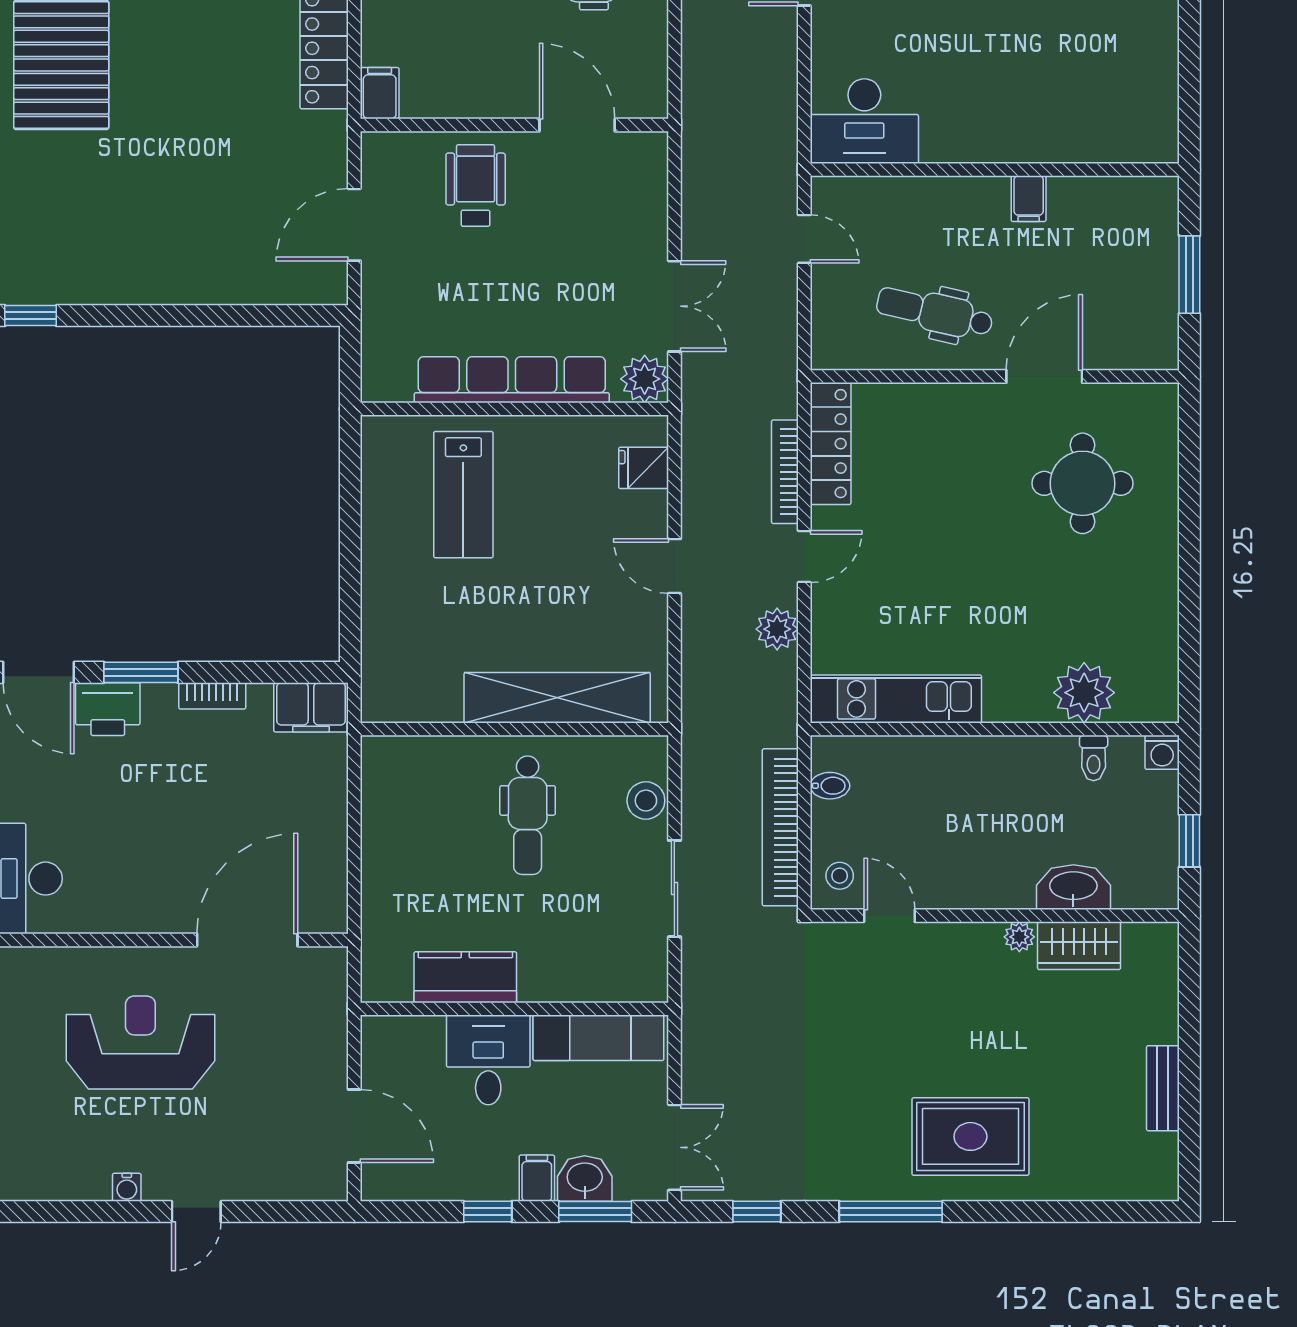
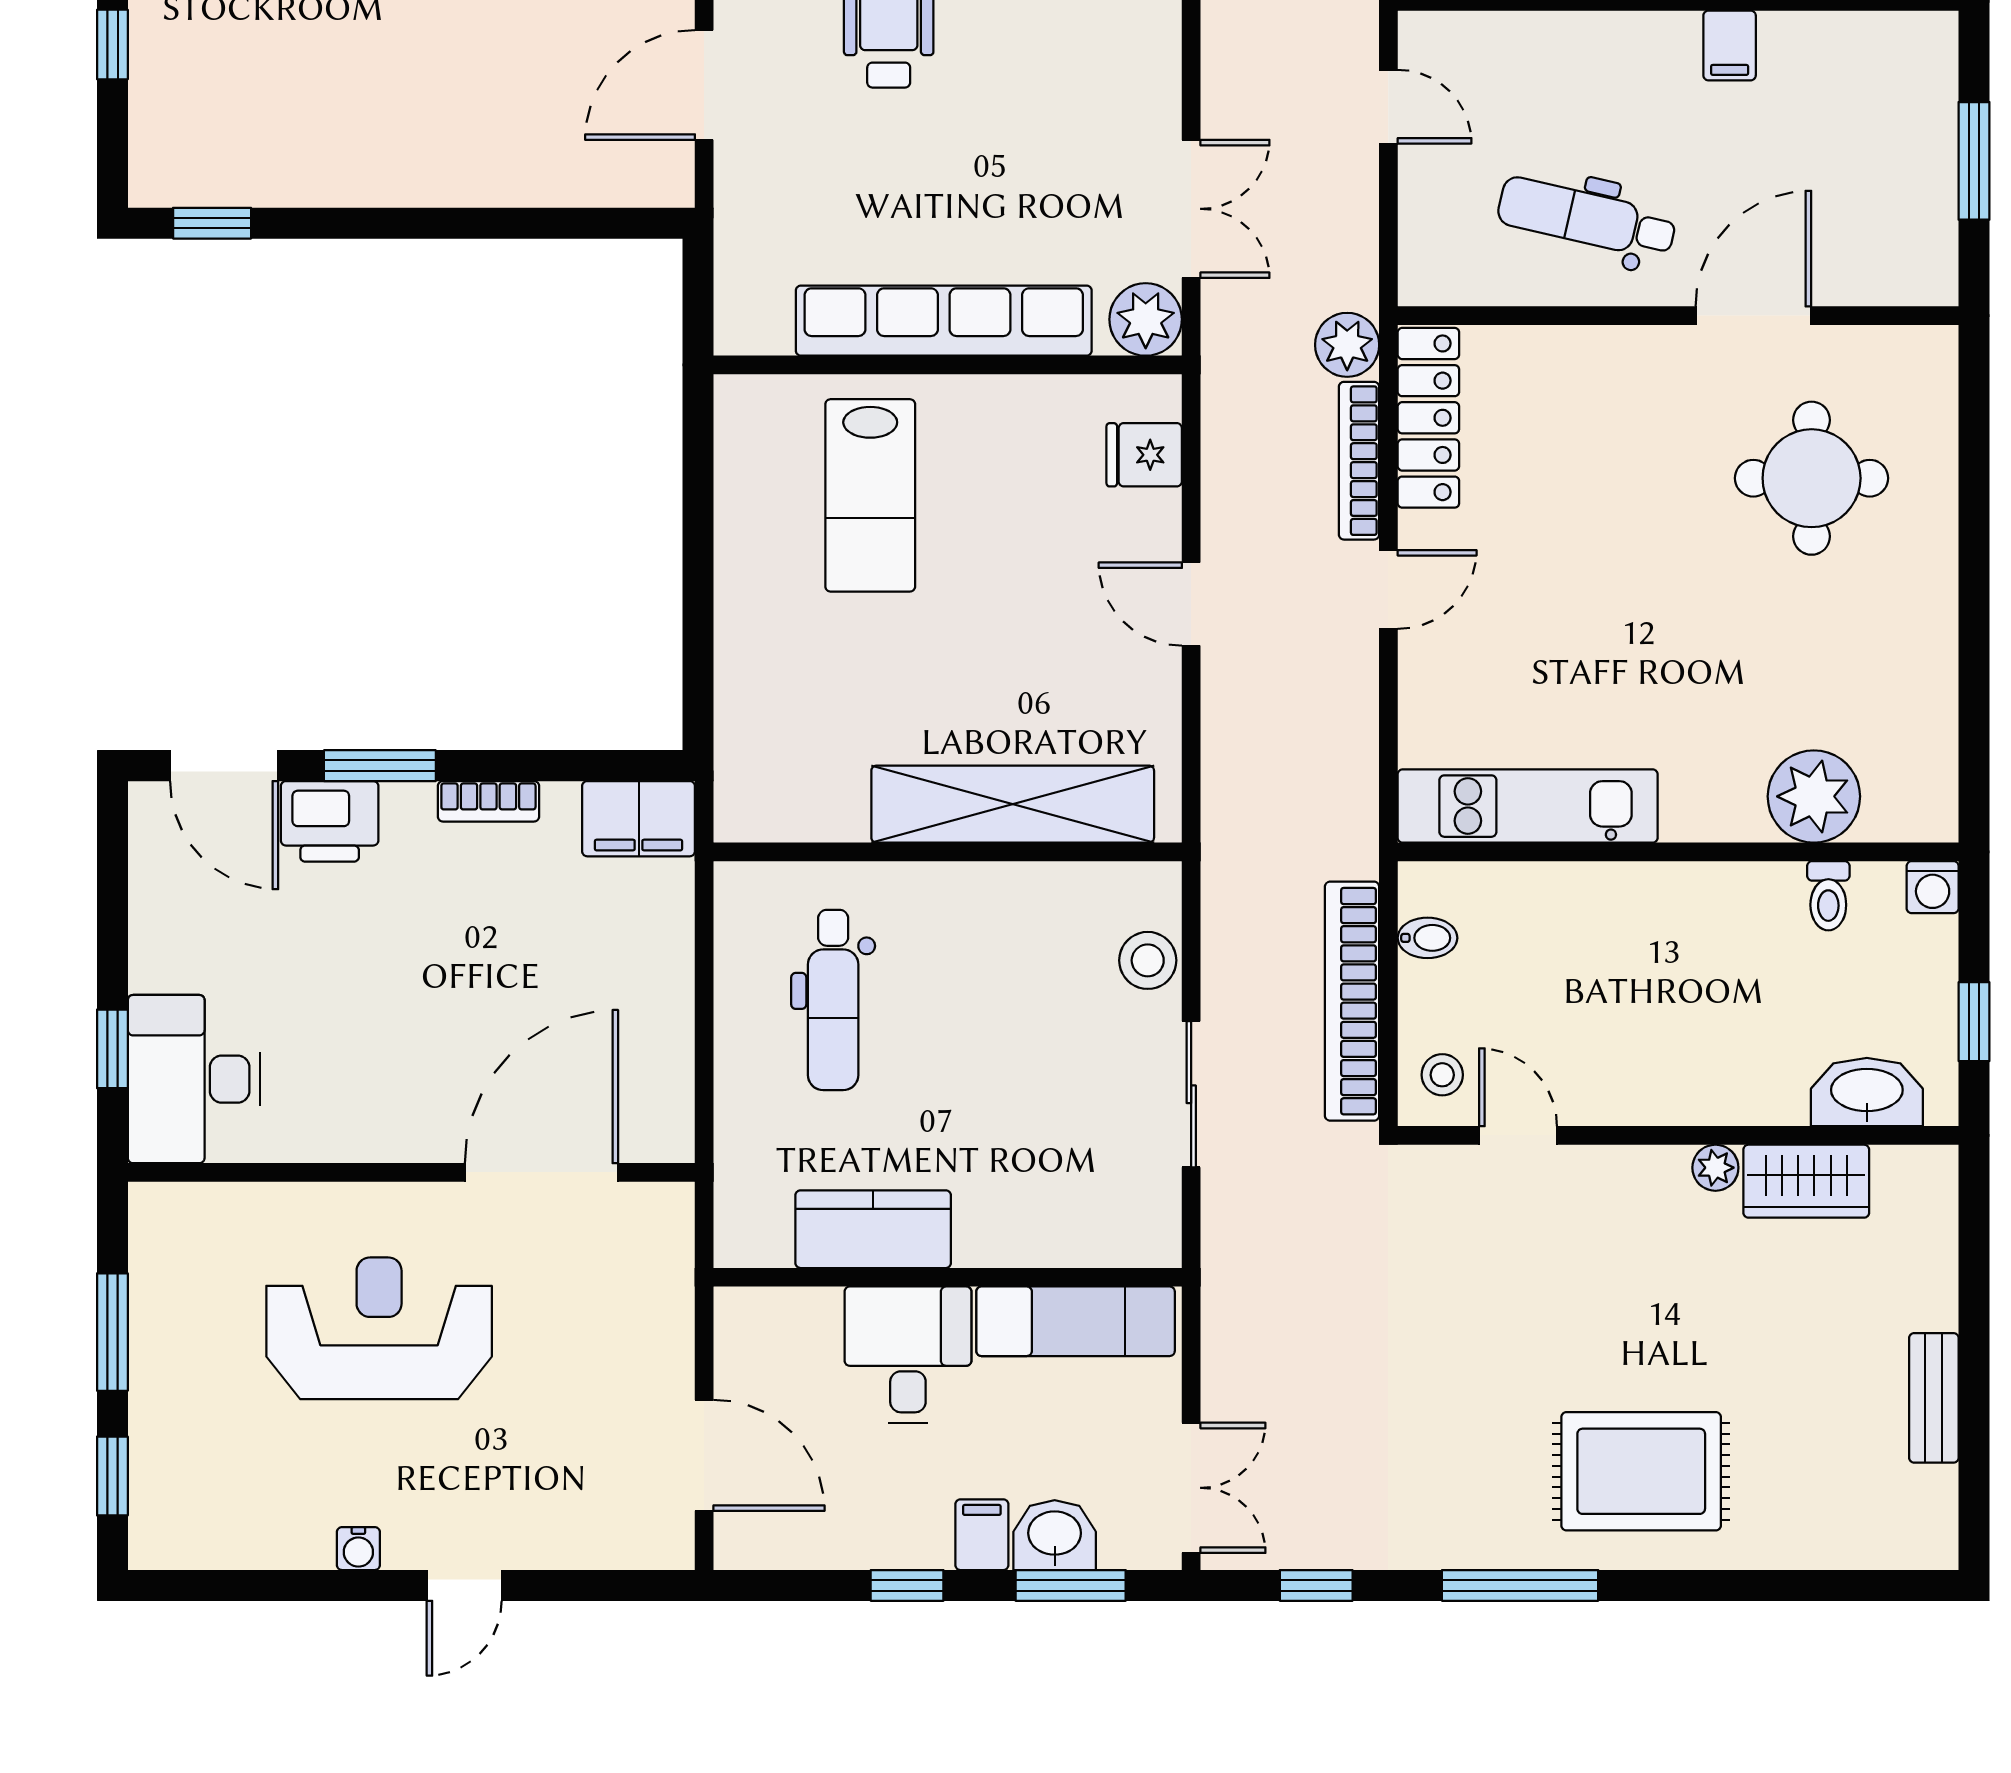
plant: (777, 629) -> (1347, 345), moved
dental chair: (528, 815) -> (833, 1000), moved
washbasin: (1073, 887) -> (1867, 1092), moved

